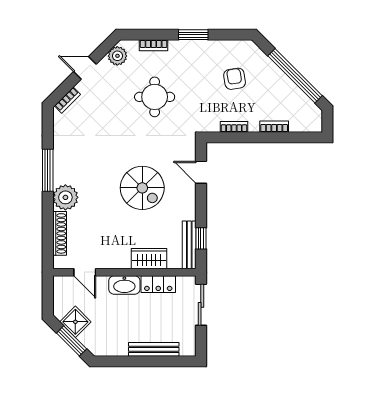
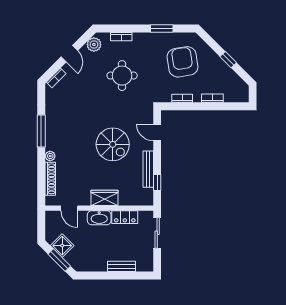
window: (193, 35) -> (162, 29), moved
door: (85, 68) -> (69, 54), swing flipped
window: (295, 76) -> (228, 60), width x0.32
armchair: (235, 79) -> (182, 62), width x1.88, depth x1.88
plant: (65, 197) -> (50, 156), width x0.53, depth x0.53
bench: (189, 245) -> (148, 169), moved
wardrobe: (149, 259) -> (104, 198), moved
bench: (154, 349) -> (121, 266), width x0.73

